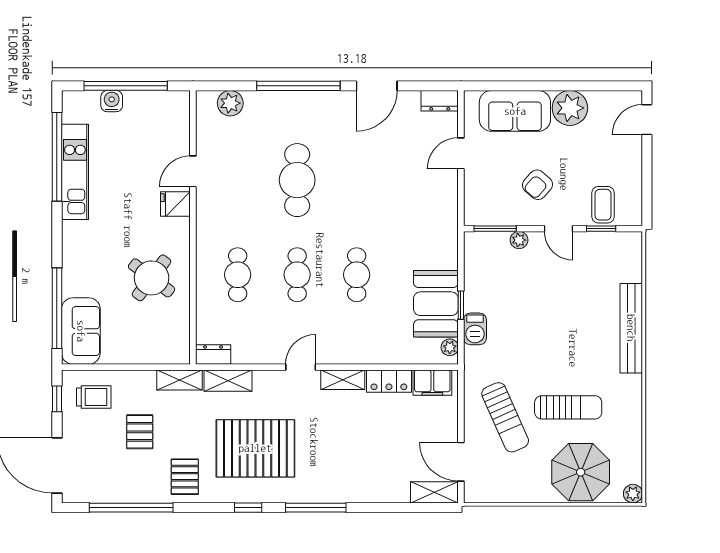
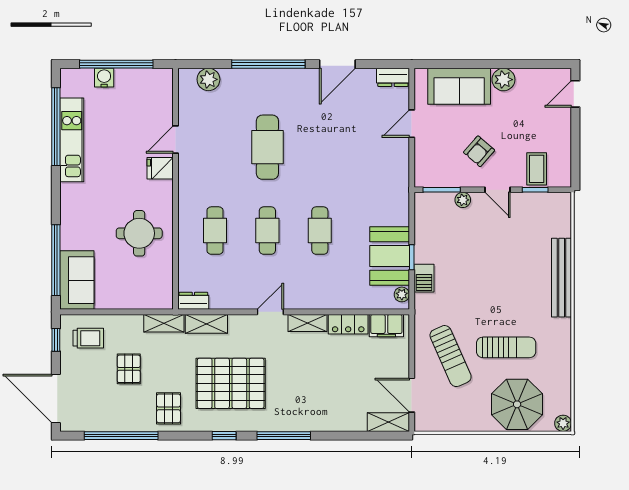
plant: (570, 108) -> (503, 80), width x0.73, depth x0.73
round table: (152, 278) -> (139, 233), turned -37

